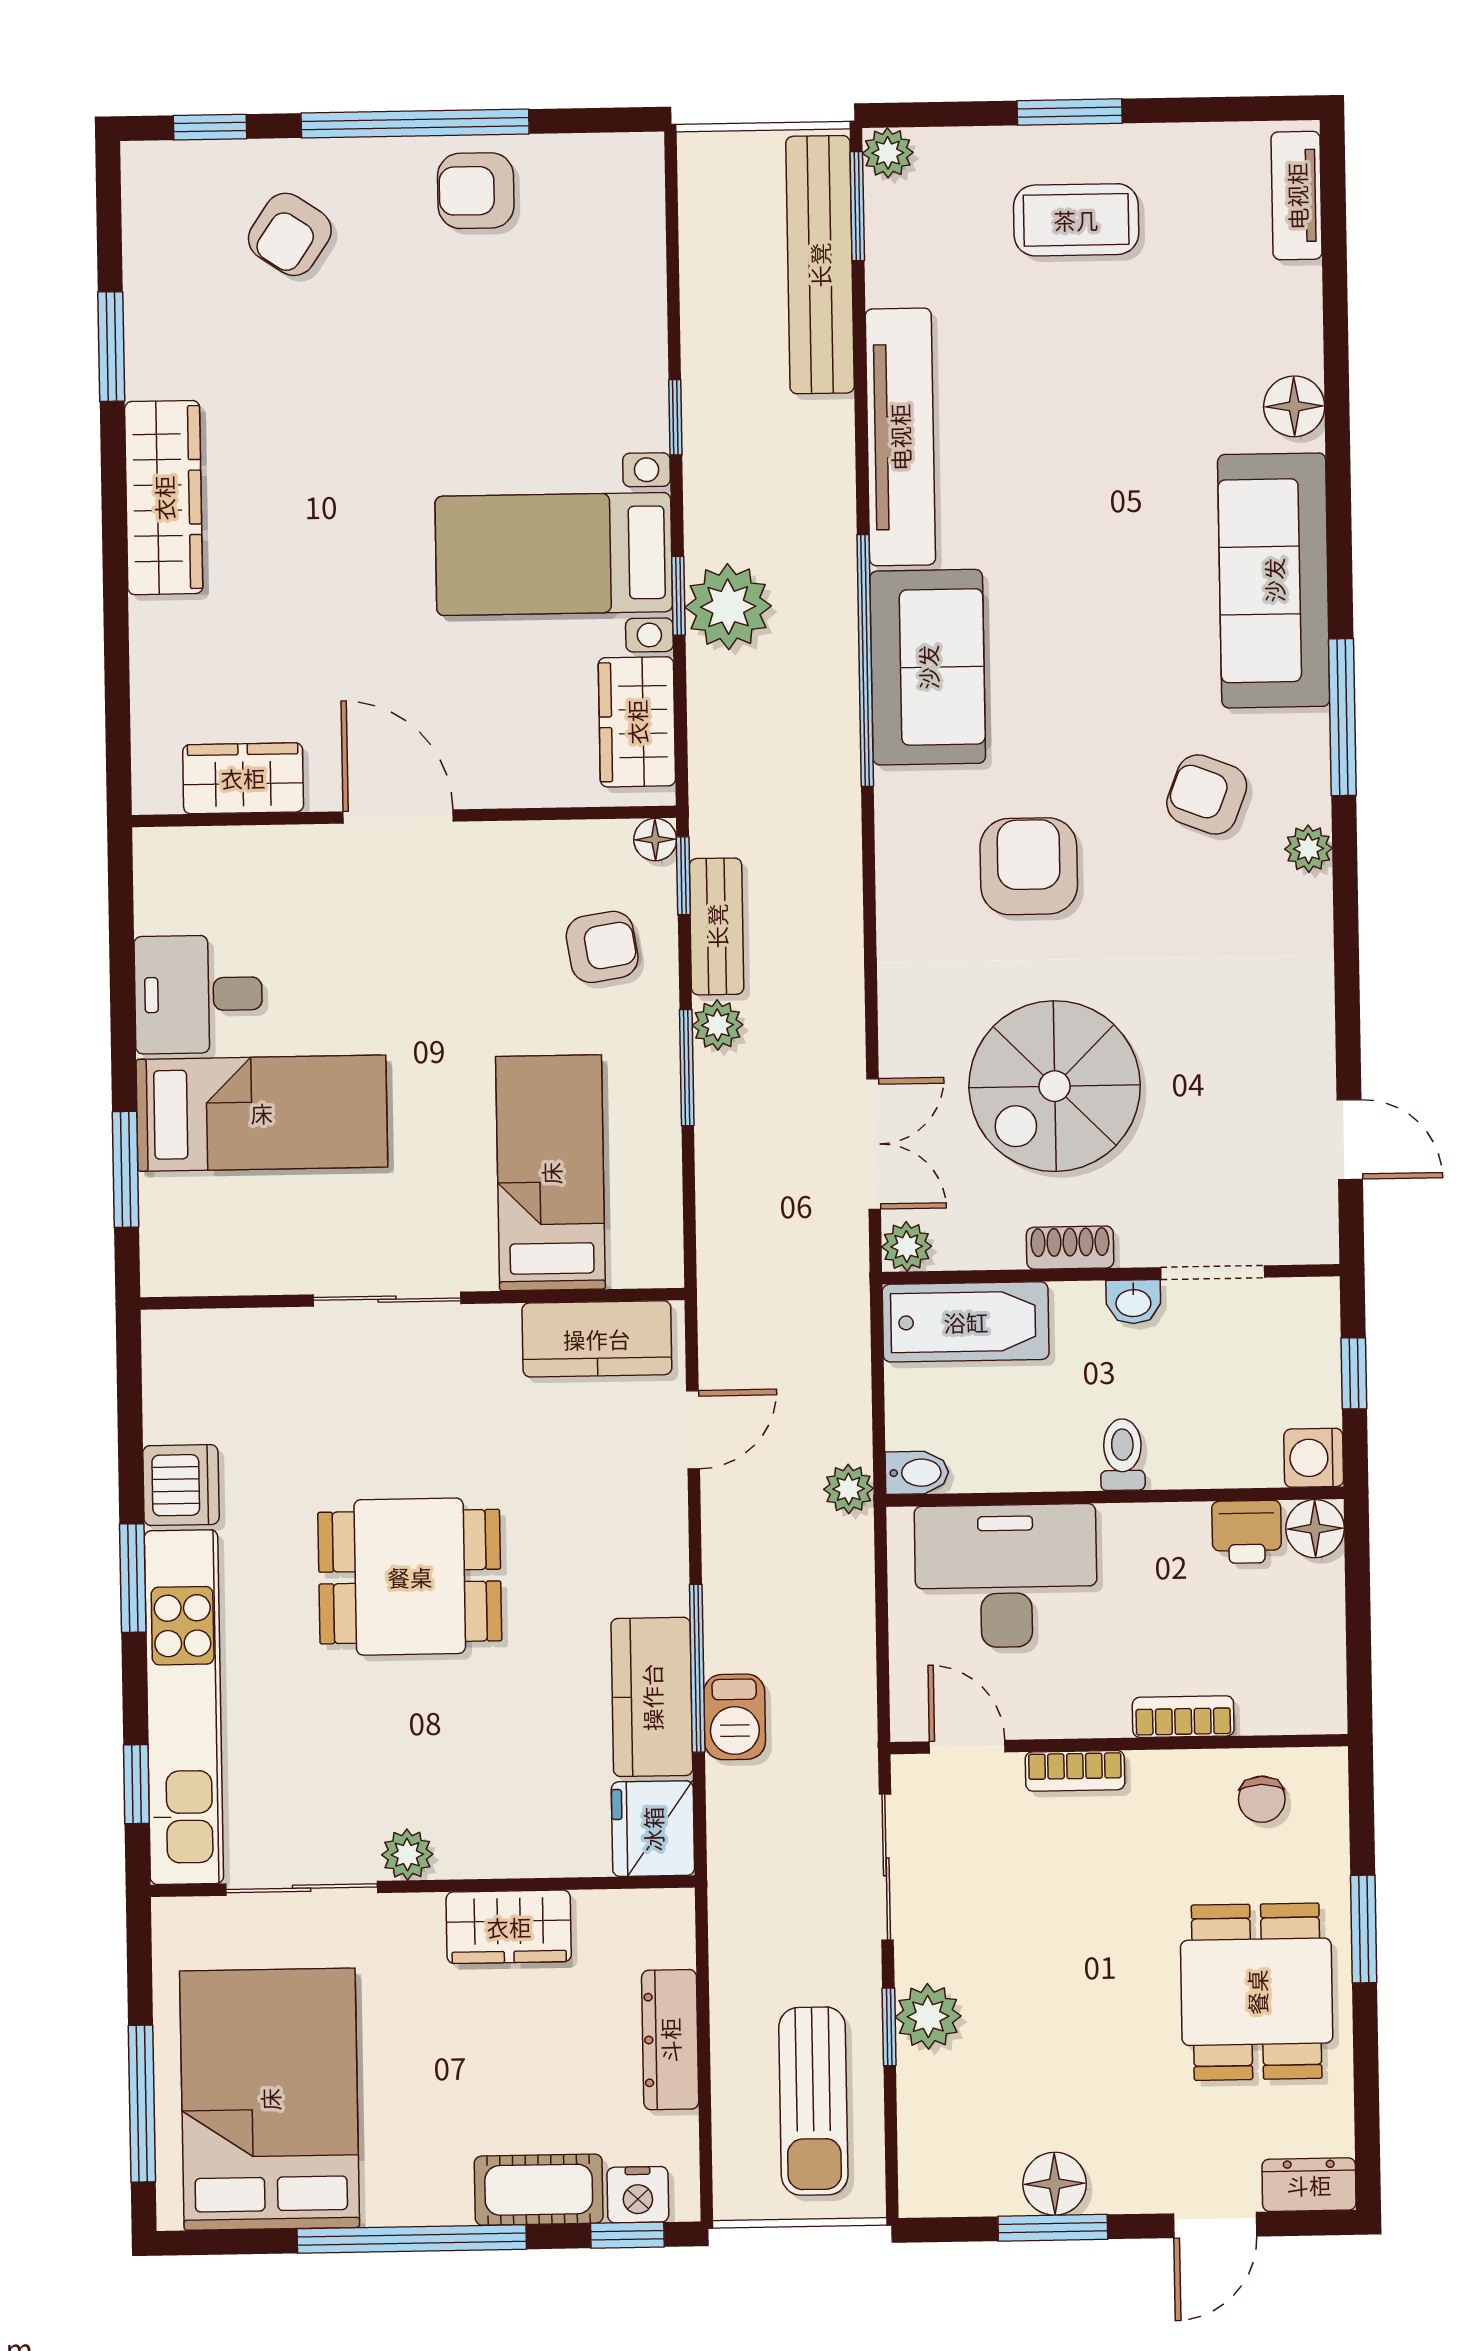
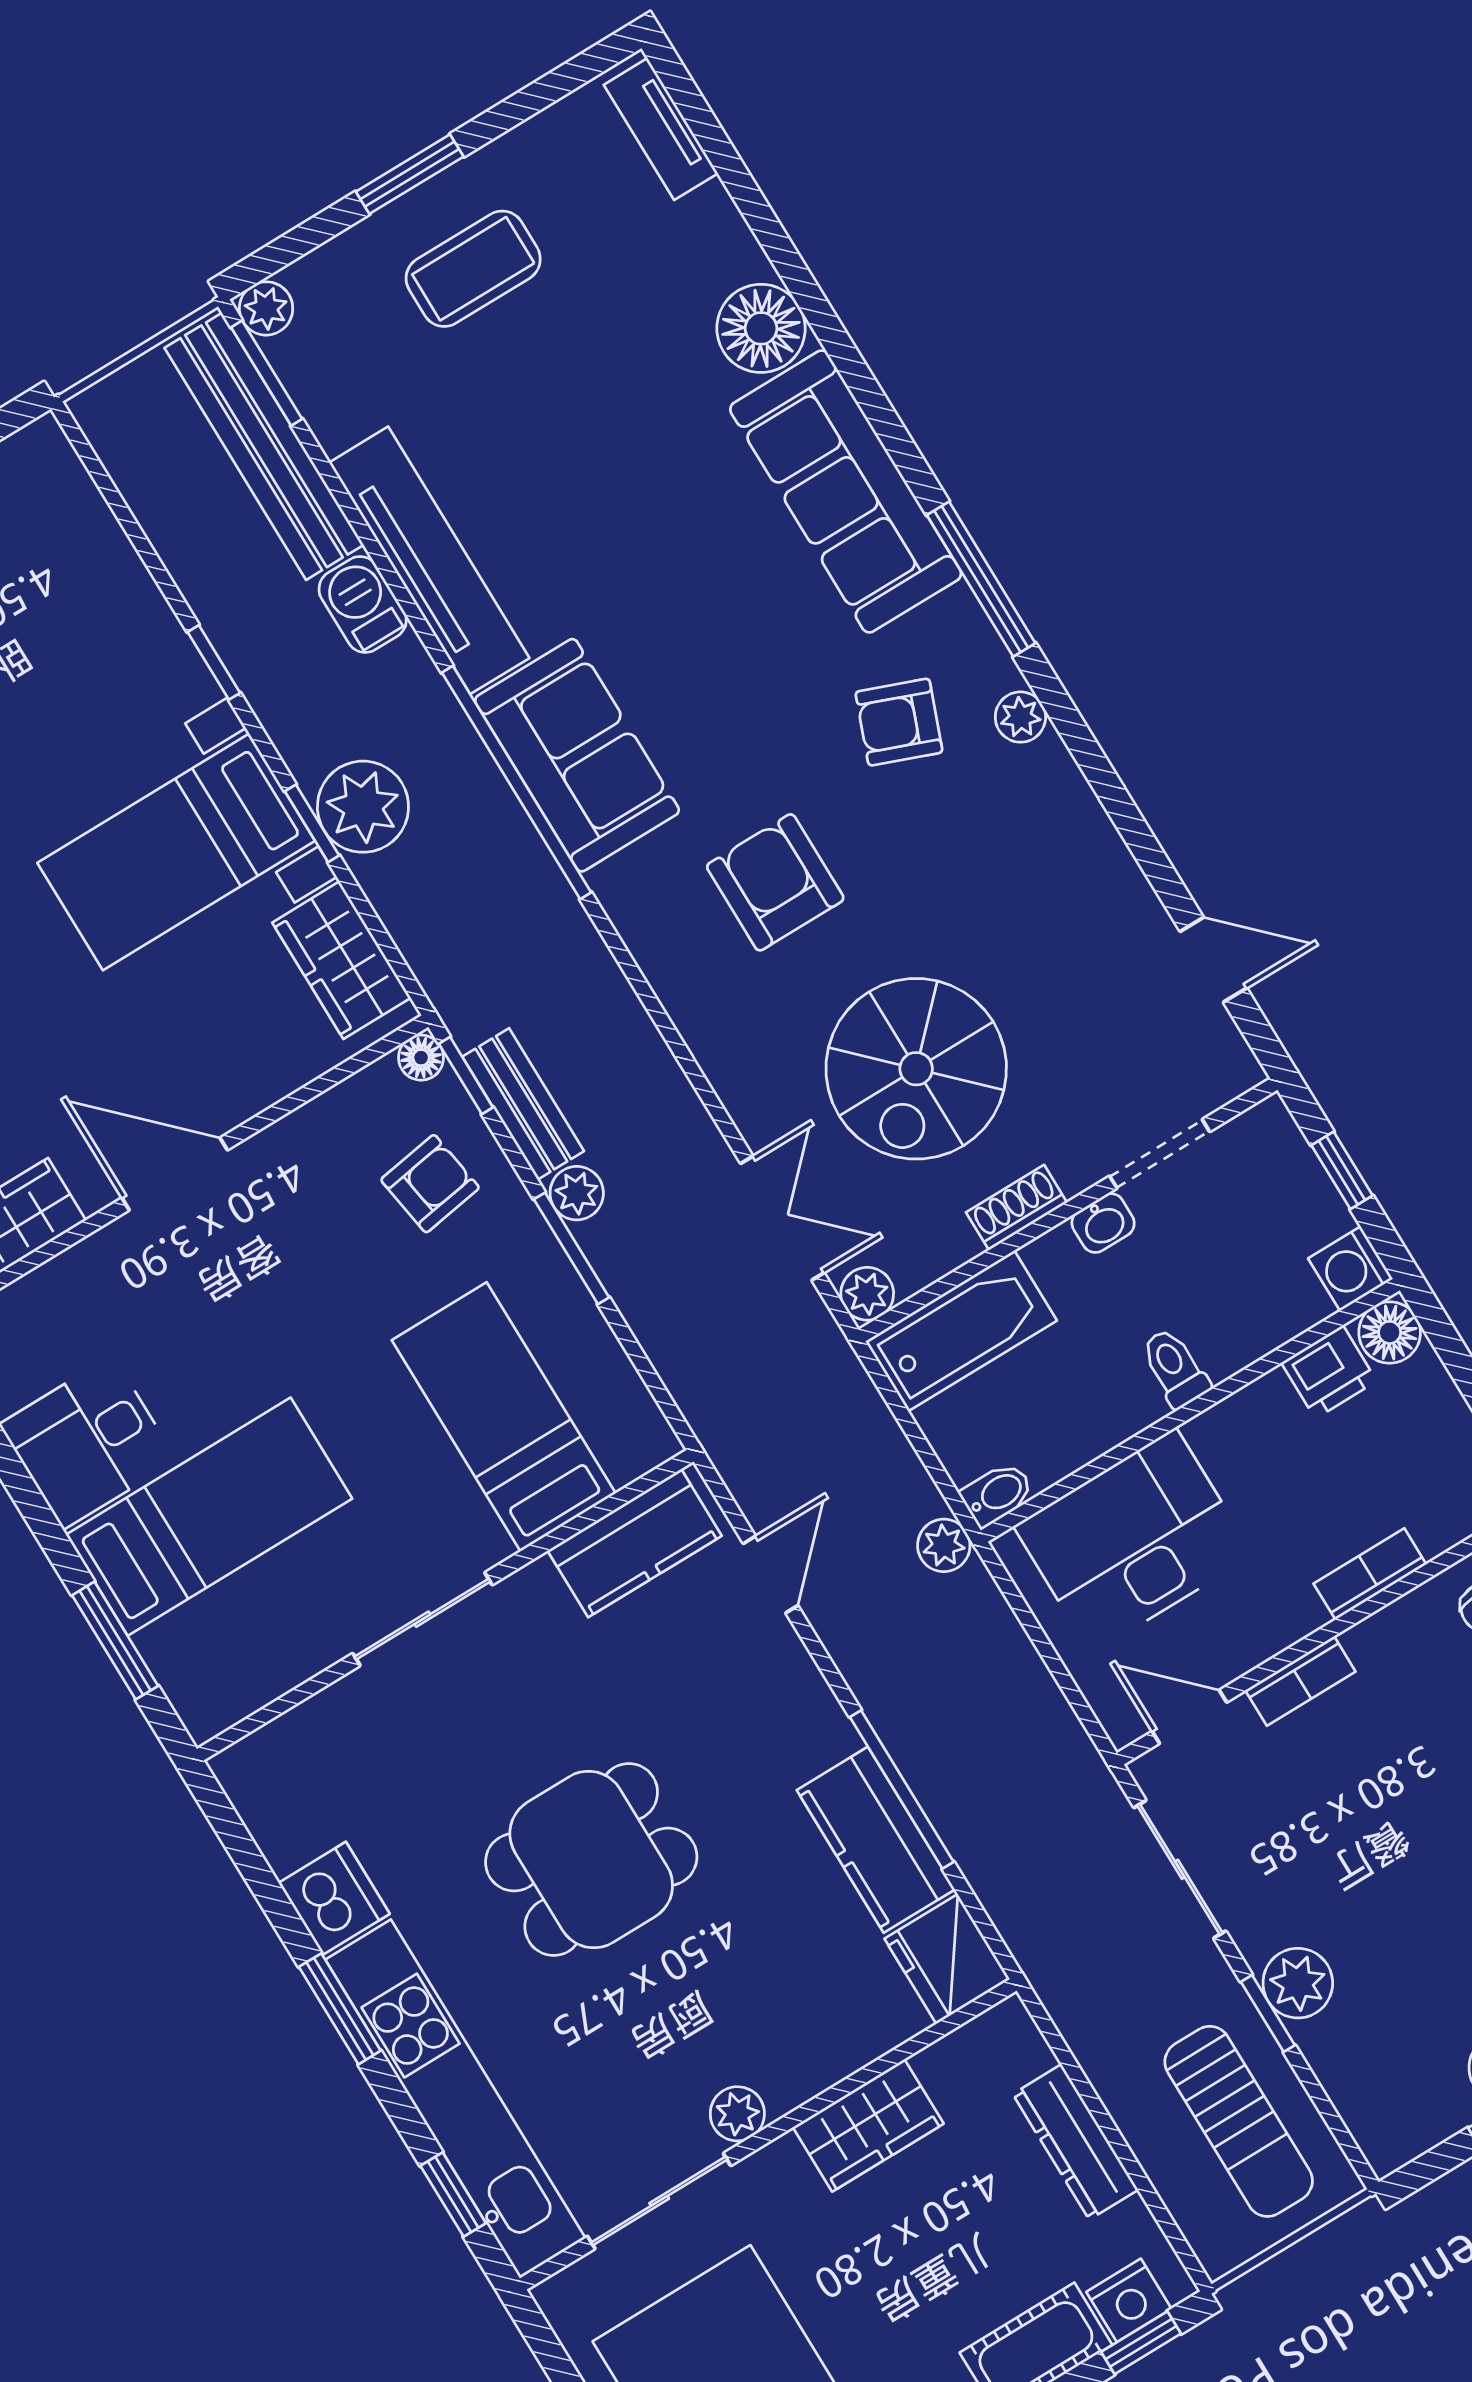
floor lamp: (1294, 406) -> (761, 328), width x1.38, depth x1.38
barbecue: (735, 1717) -> (363, 604), moved, turned 180

